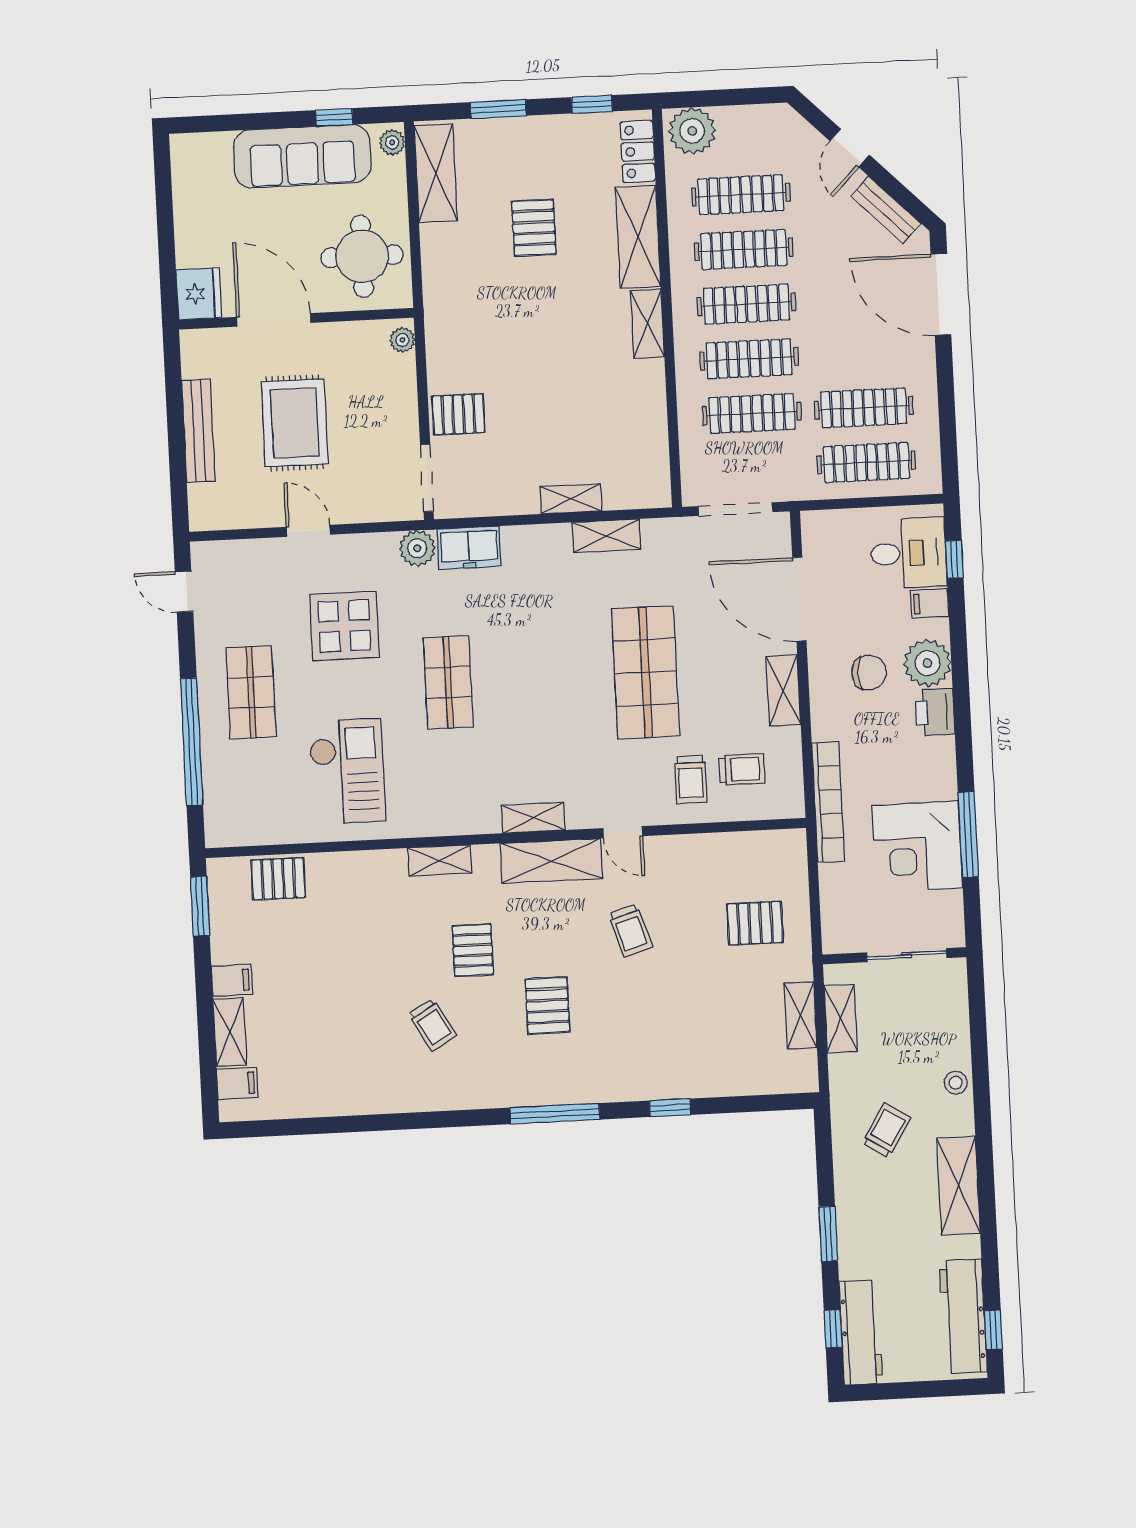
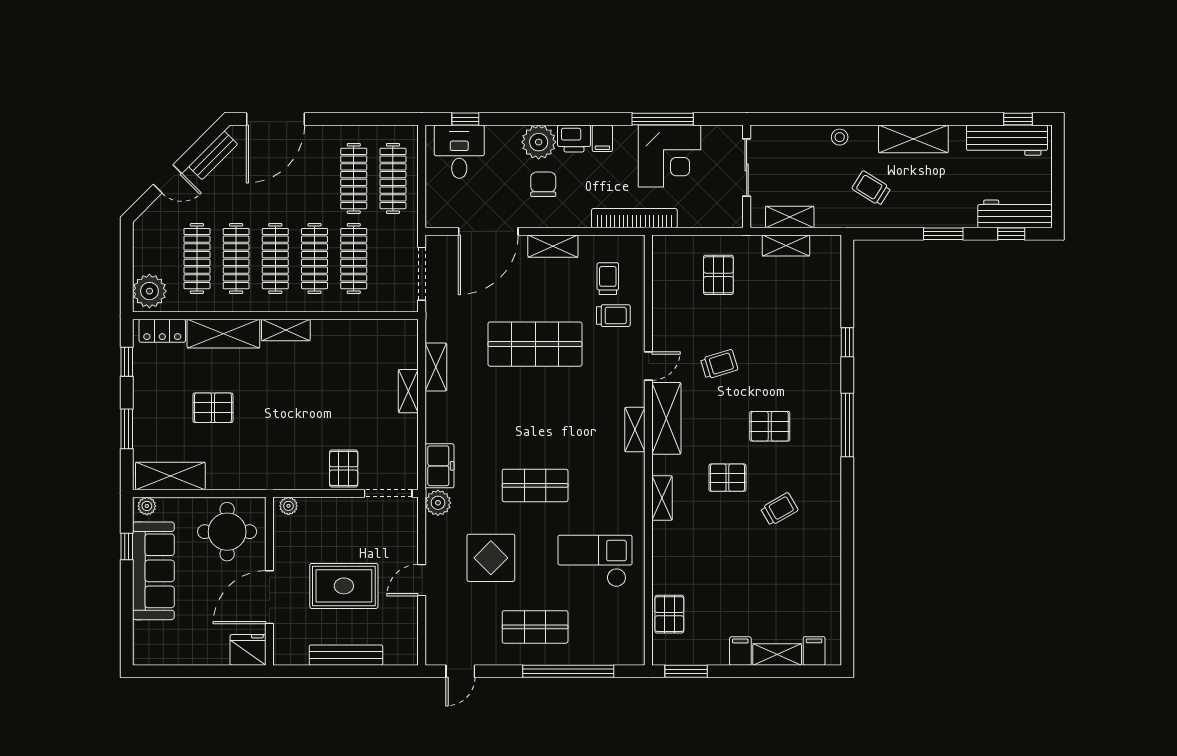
filing cabinet: (930, 603) -> (602, 138), moved

